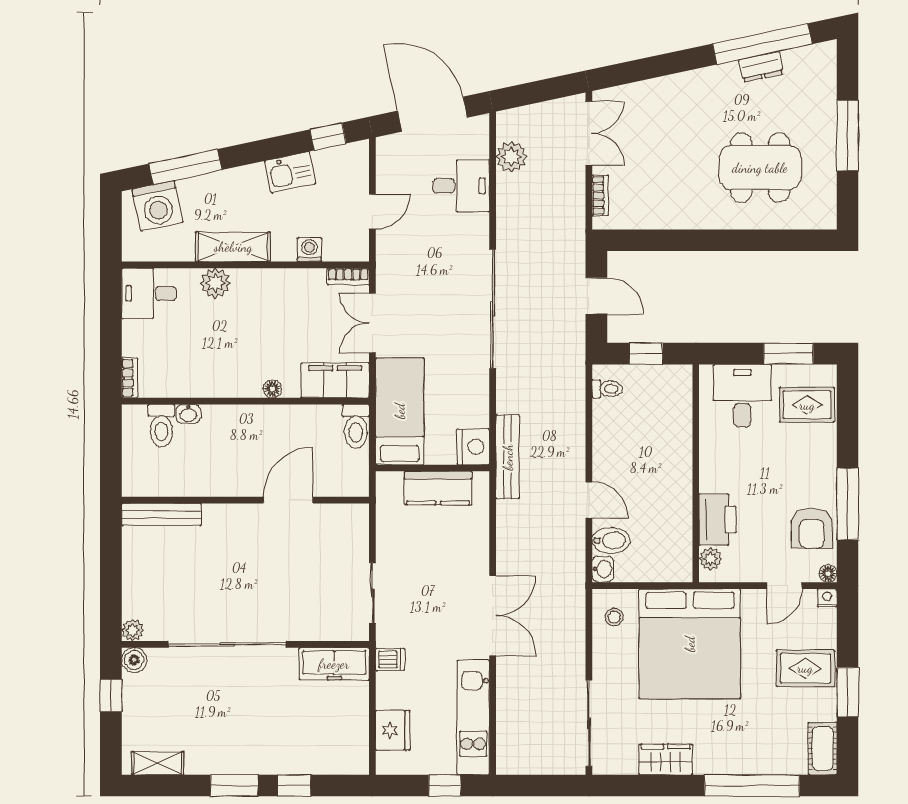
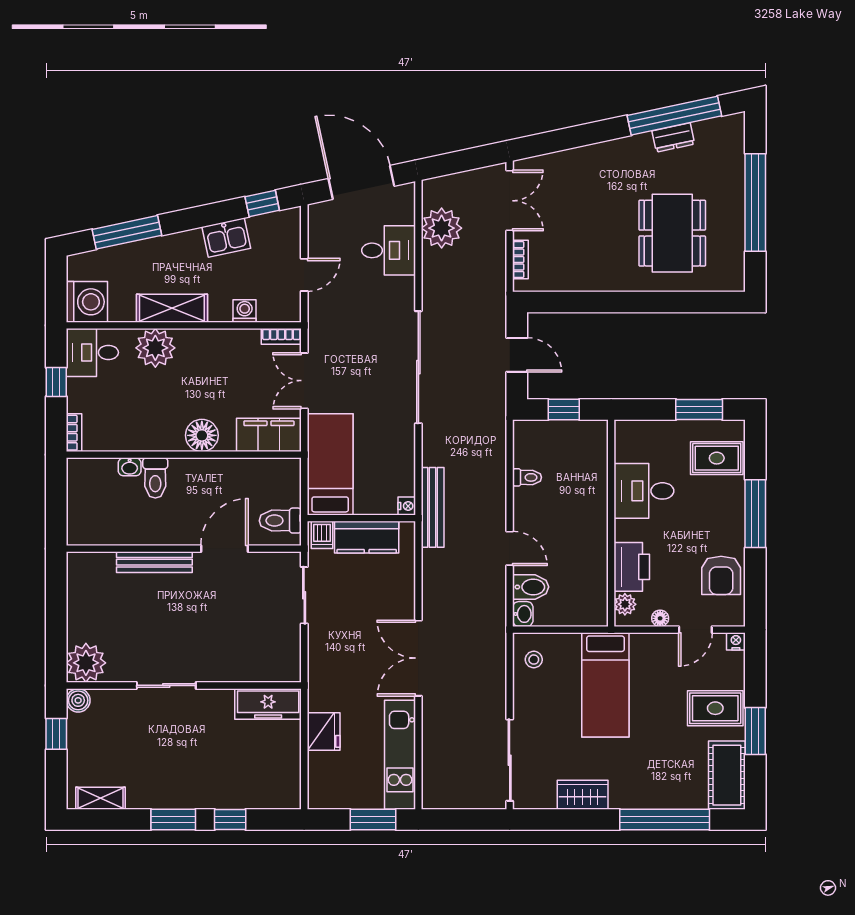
window: (848, 135) -> (755, 203), width x1.46
plant: (511, 157) -> (442, 228), width x1.36, depth x1.36
dining table: (760, 168) -> (672, 233), turned 90
washing machine: (158, 206) -> (87, 302), moved, turned -78
plant: (215, 283) -> (155, 348), width x1.36, depth x1.36
window: (111, 325) -> (56, 382), added
floor lamp: (272, 389) -> (202, 435), width x1.89, depth x1.89
toilet: (607, 389) -> (527, 477), moved
desk: (742, 396) -> (644, 491), moved, turned -90
toilet: (161, 426) -> (155, 478), moved
toilet: (356, 426) -> (280, 521), moved, turned 90
nightstand: (473, 447) -> (407, 506), width x0.53, depth x0.56
window: (848, 504) -> (755, 514), moved
bench: (161, 514) -> (154, 562), moved
floor lamp: (828, 574) -> (660, 618), moved
sliding door: (372, 593) -> (304, 595), moved
double door: (493, 616) -> (418, 658), swing flipped
plant: (133, 630) -> (86, 663), width x1.88, depth x1.88
sliding door: (227, 644) -> (166, 685), width x0.54
bed: (690, 644) -> (605, 685), width x0.49
dishwasher: (390, 660) -> (322, 535), moved, turned 90
fridge: (393, 730) -> (324, 731), moved
cot: (823, 749) -> (727, 775), width x1.37, depth x1.34
window: (445, 786) -> (373, 819), width x1.50

